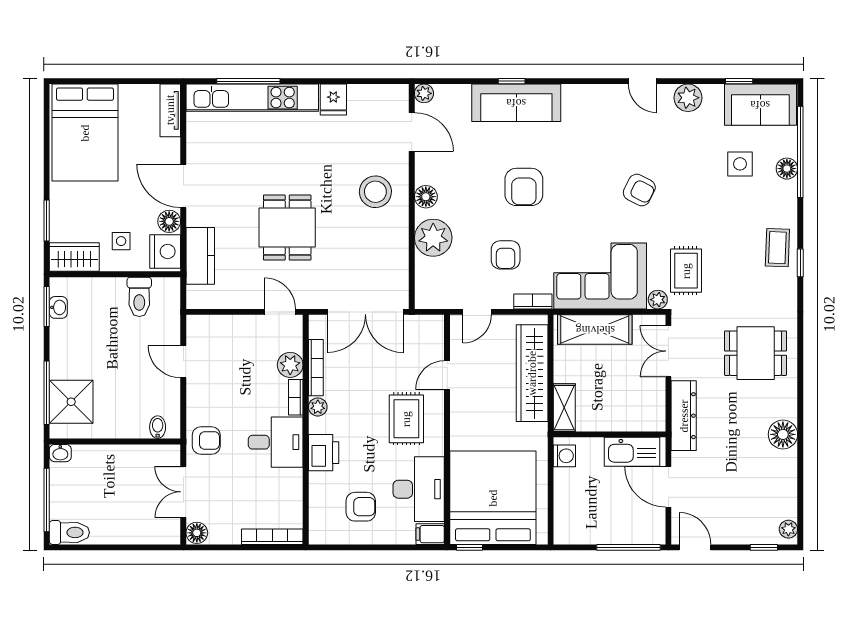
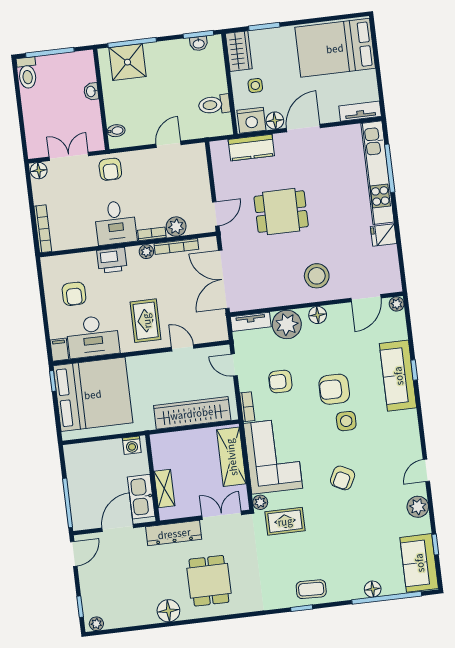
side table: (740, 164) -> (346, 421), moved
tv unit: (424, 284) -> (251, 322), added
dining table: (756, 353) -> (209, 581), moved
shelving: (564, 408) -> (164, 489), moved, turned 90
rug: (406, 419) -> (146, 321), turned 90
washbasin: (60, 453) -> (91, 91), moved

